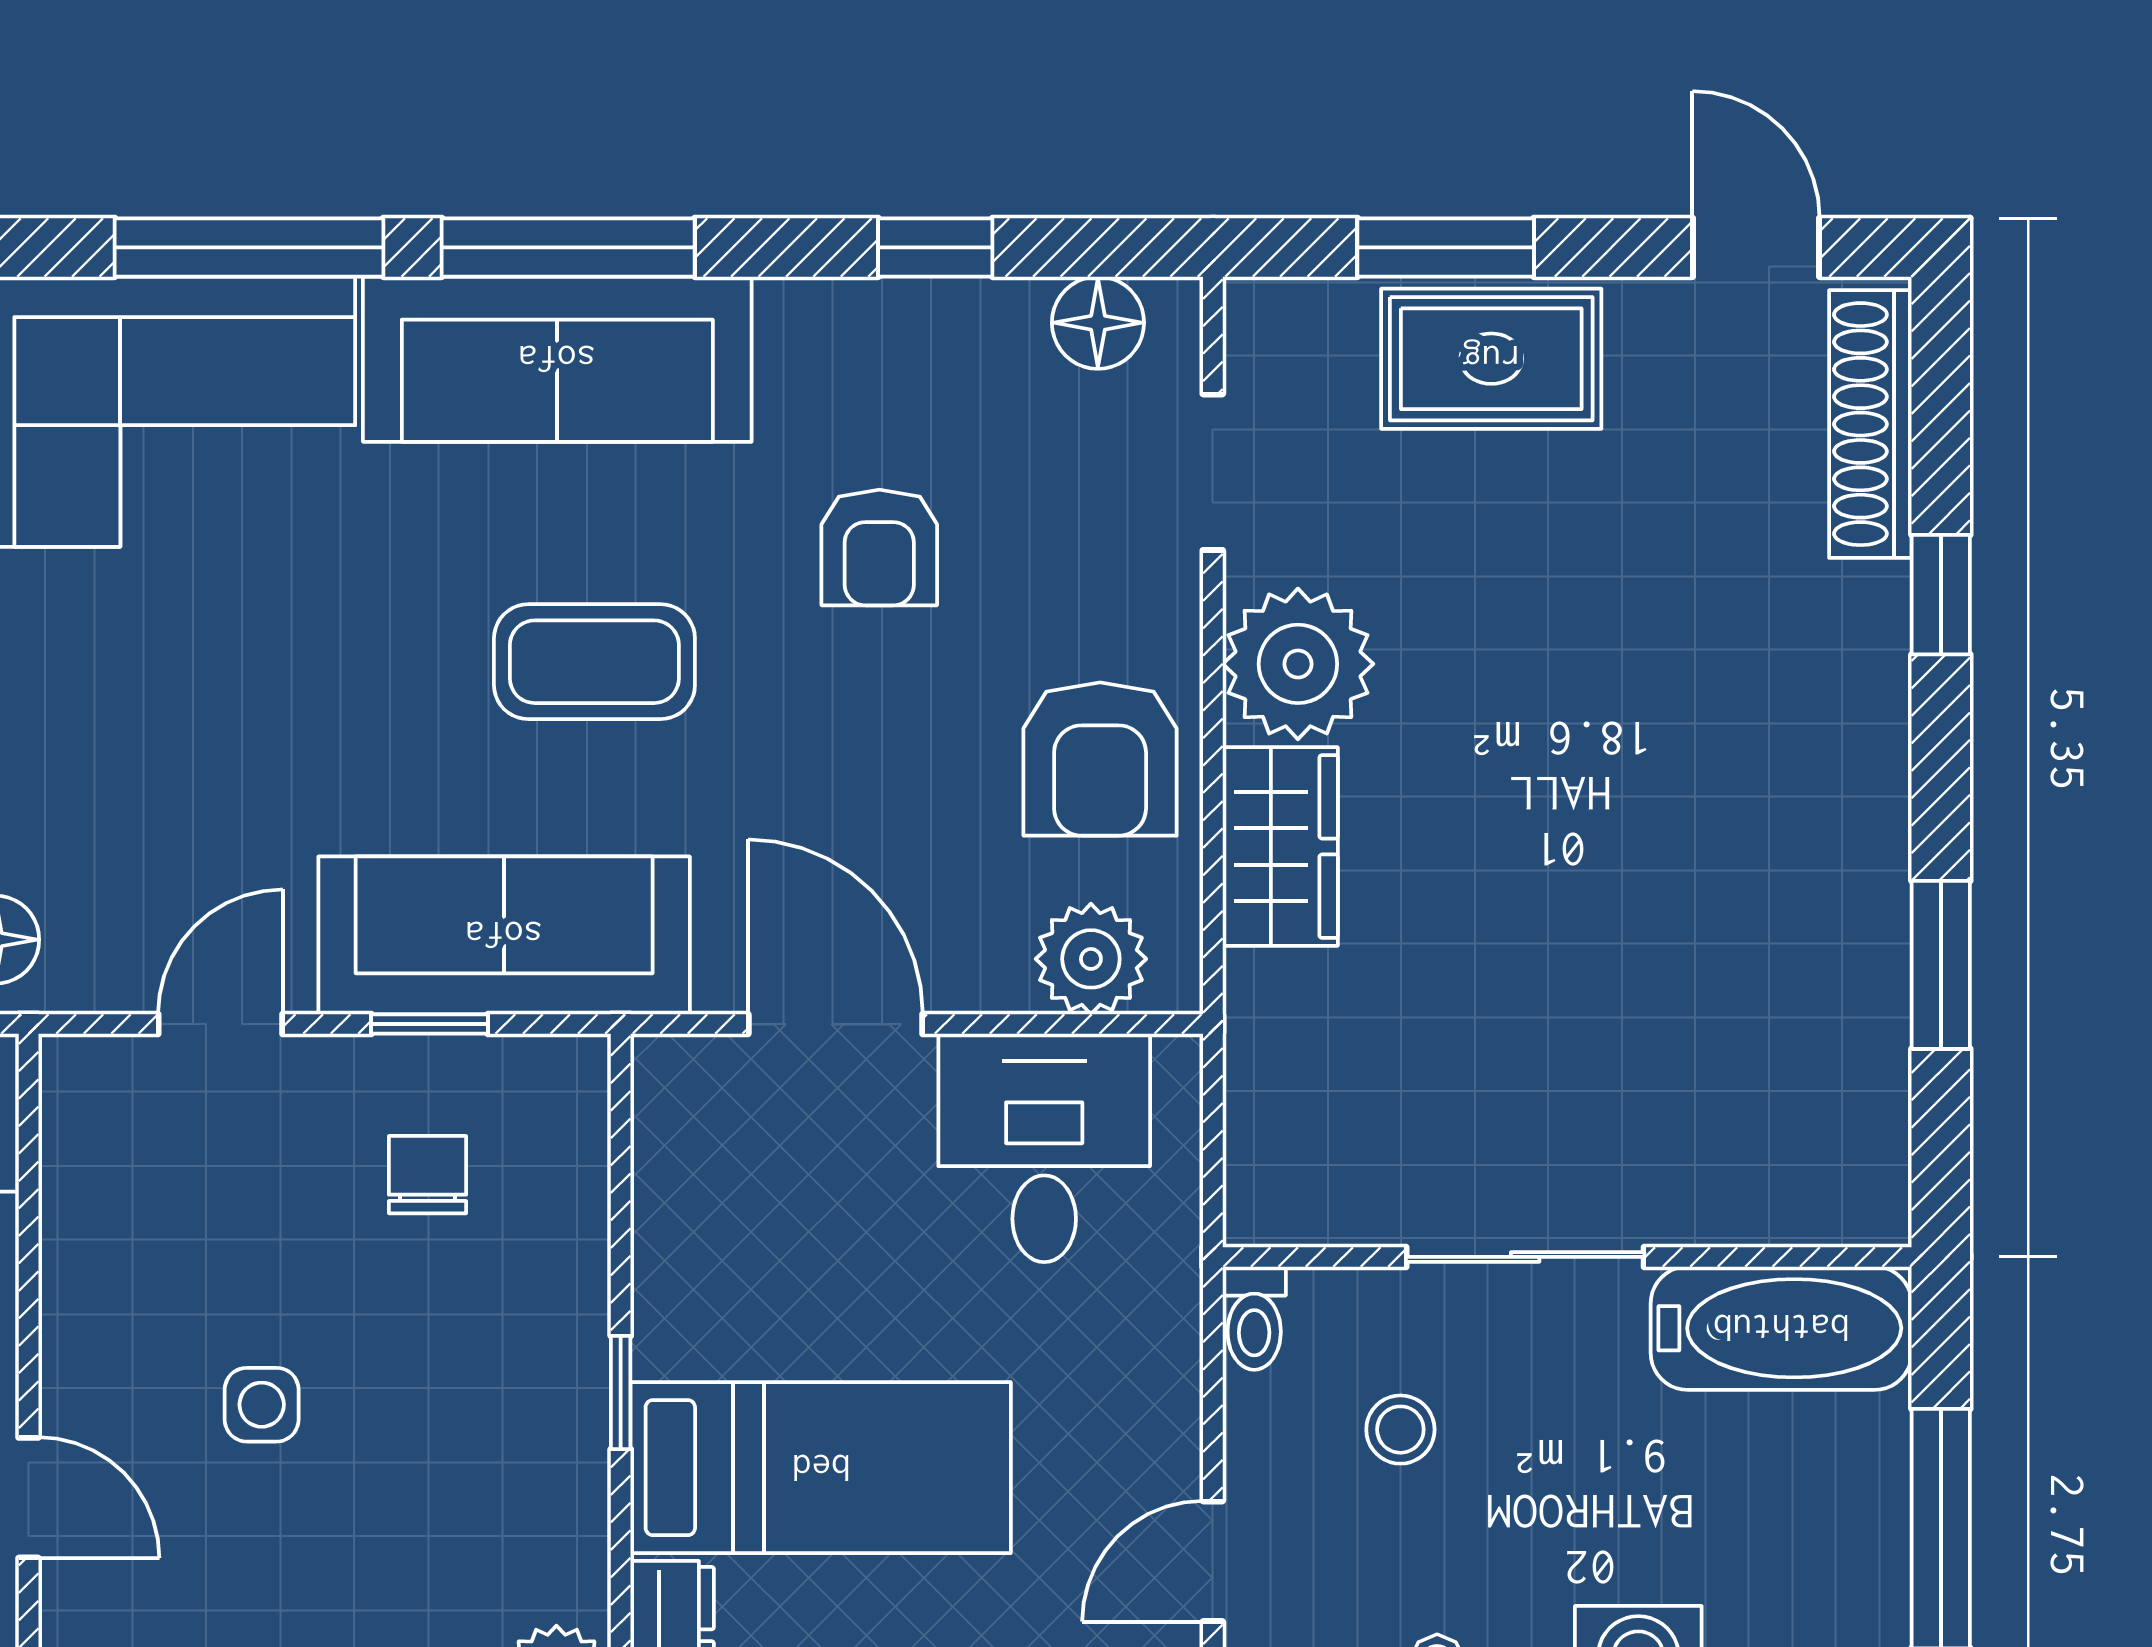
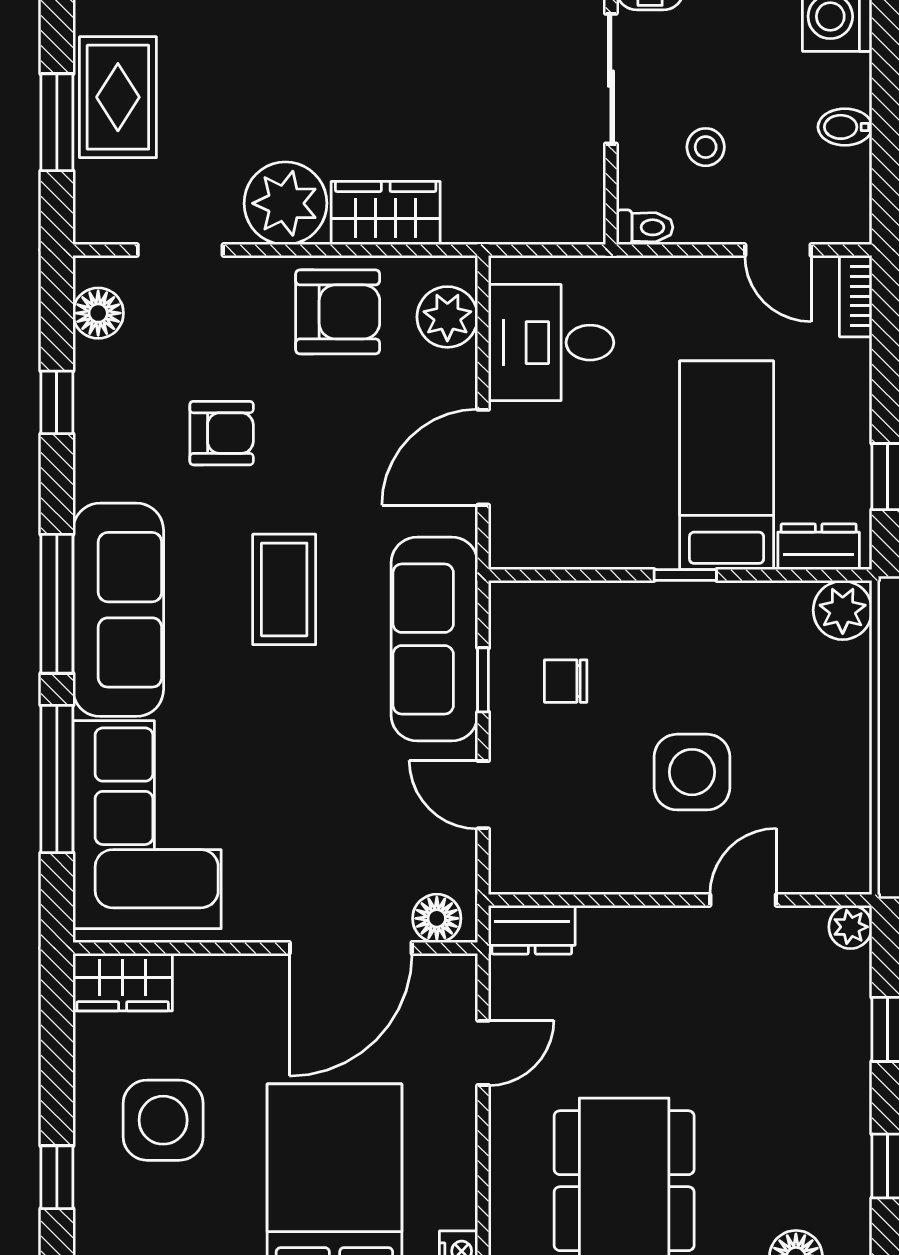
side table: (262, 1405) -> (692, 772), width x1.87, depth x1.87

